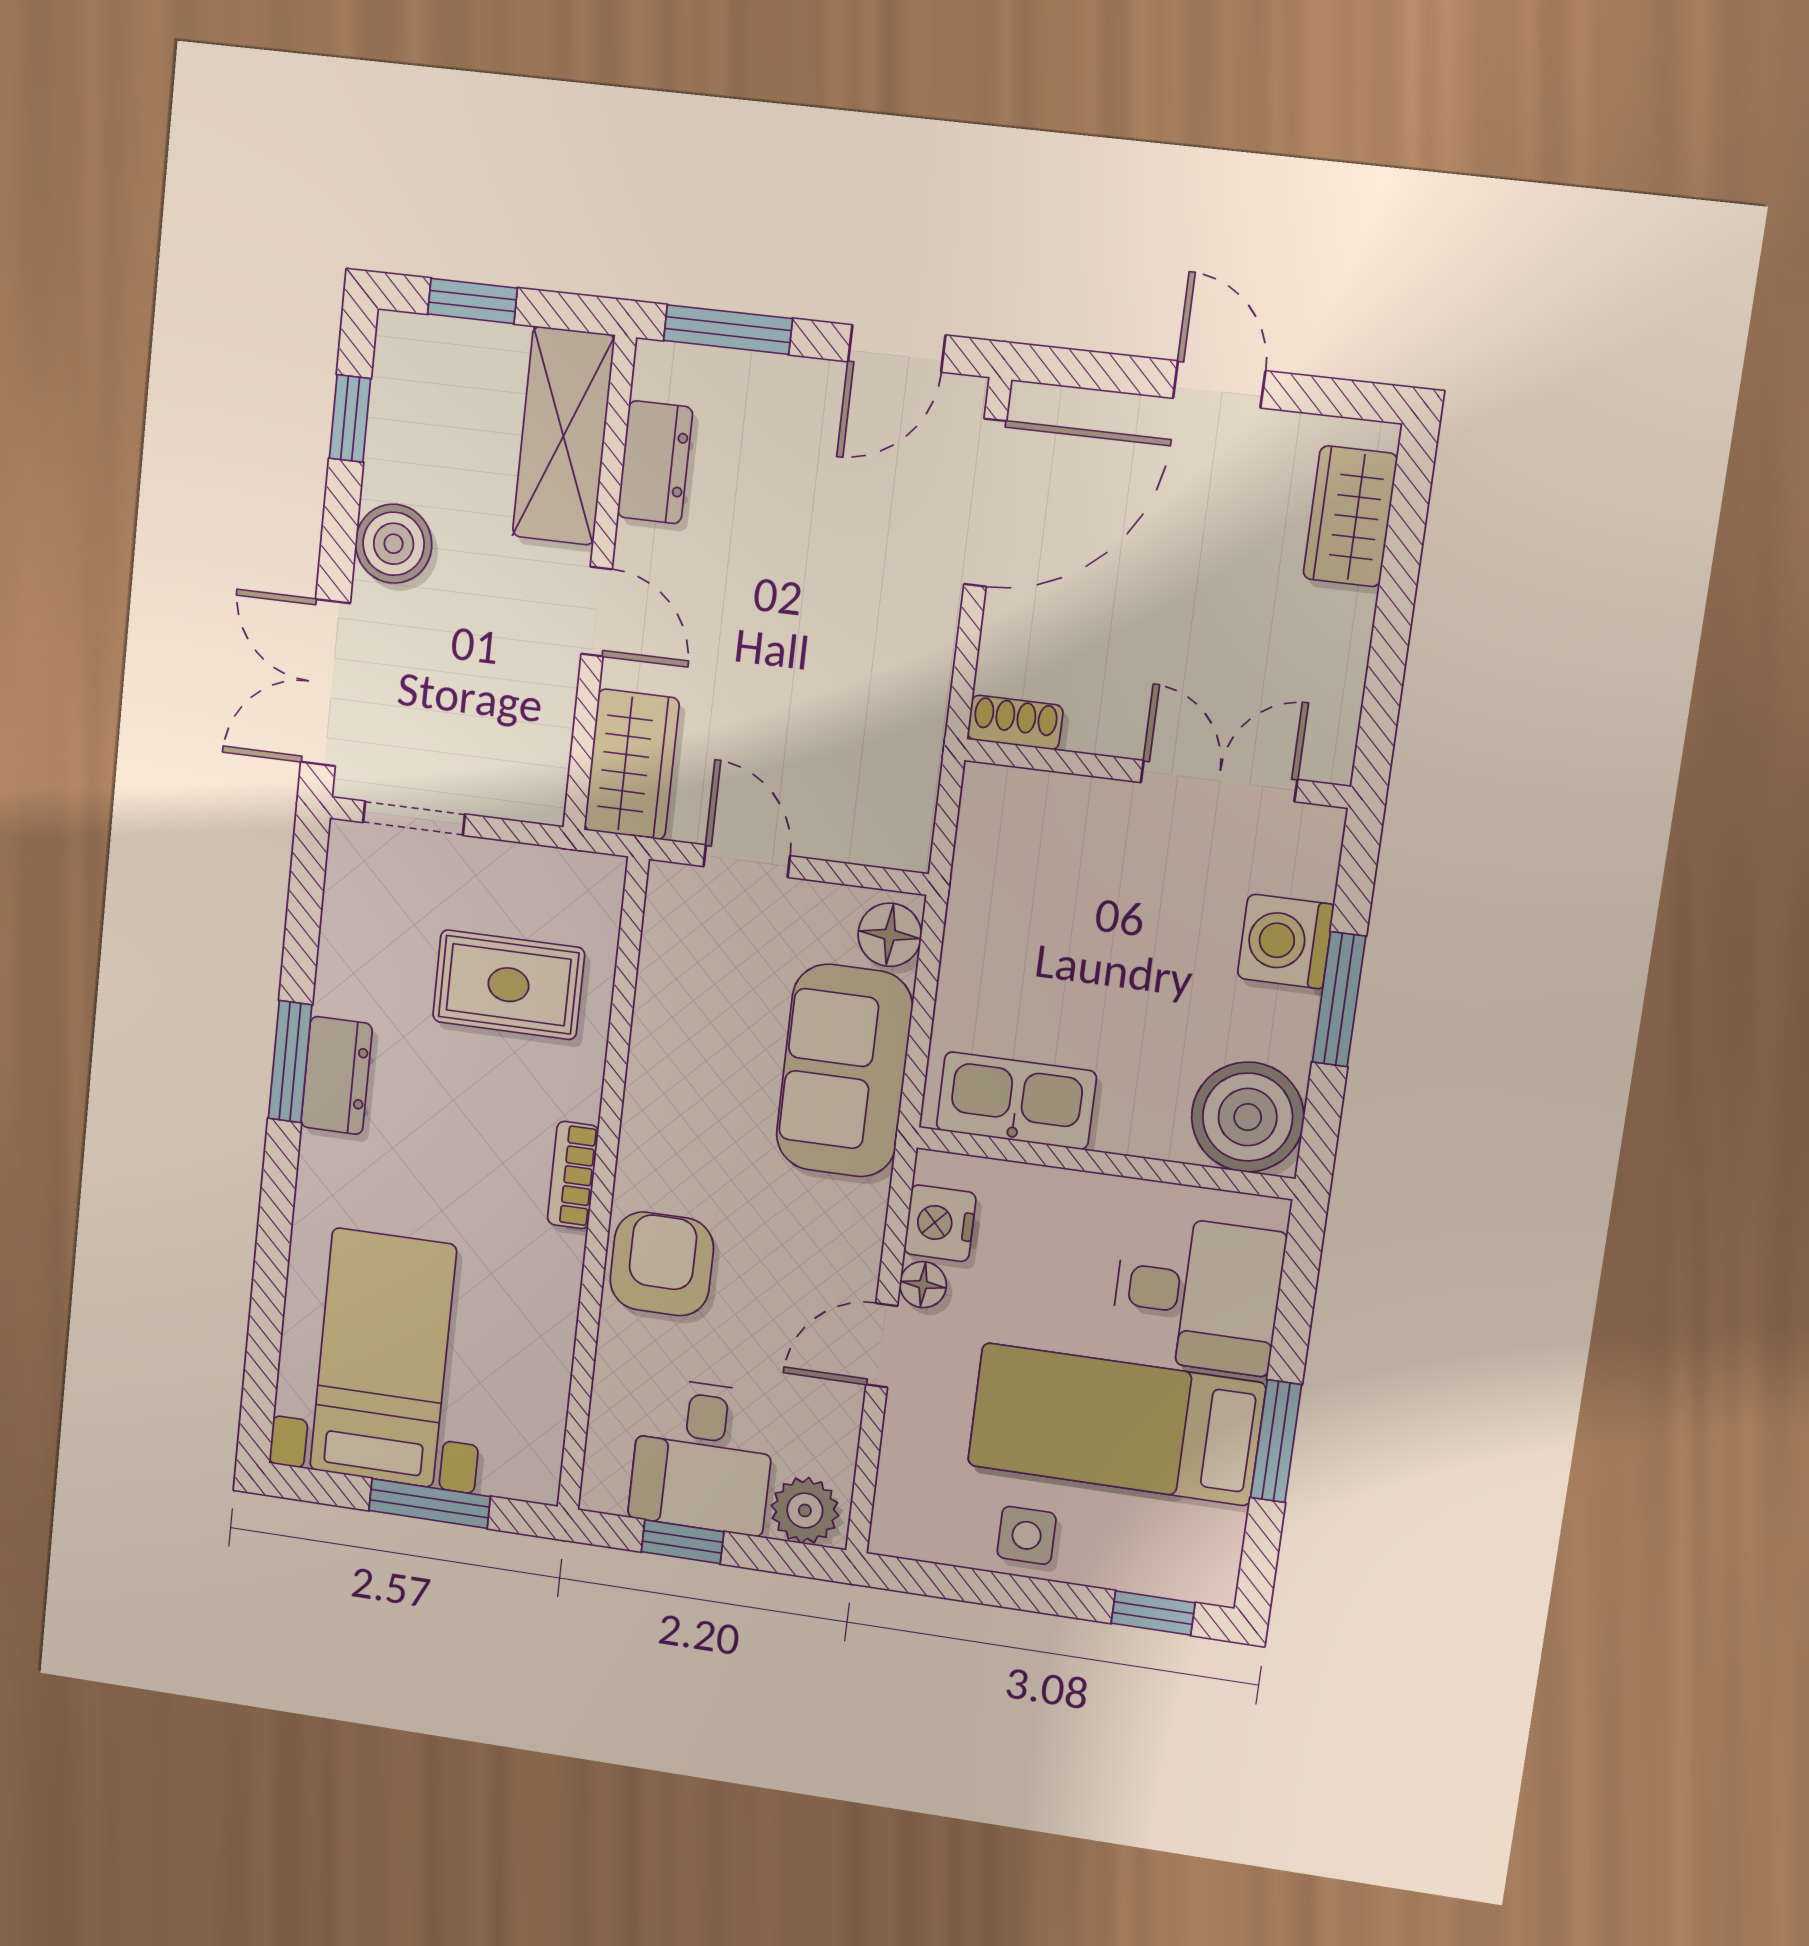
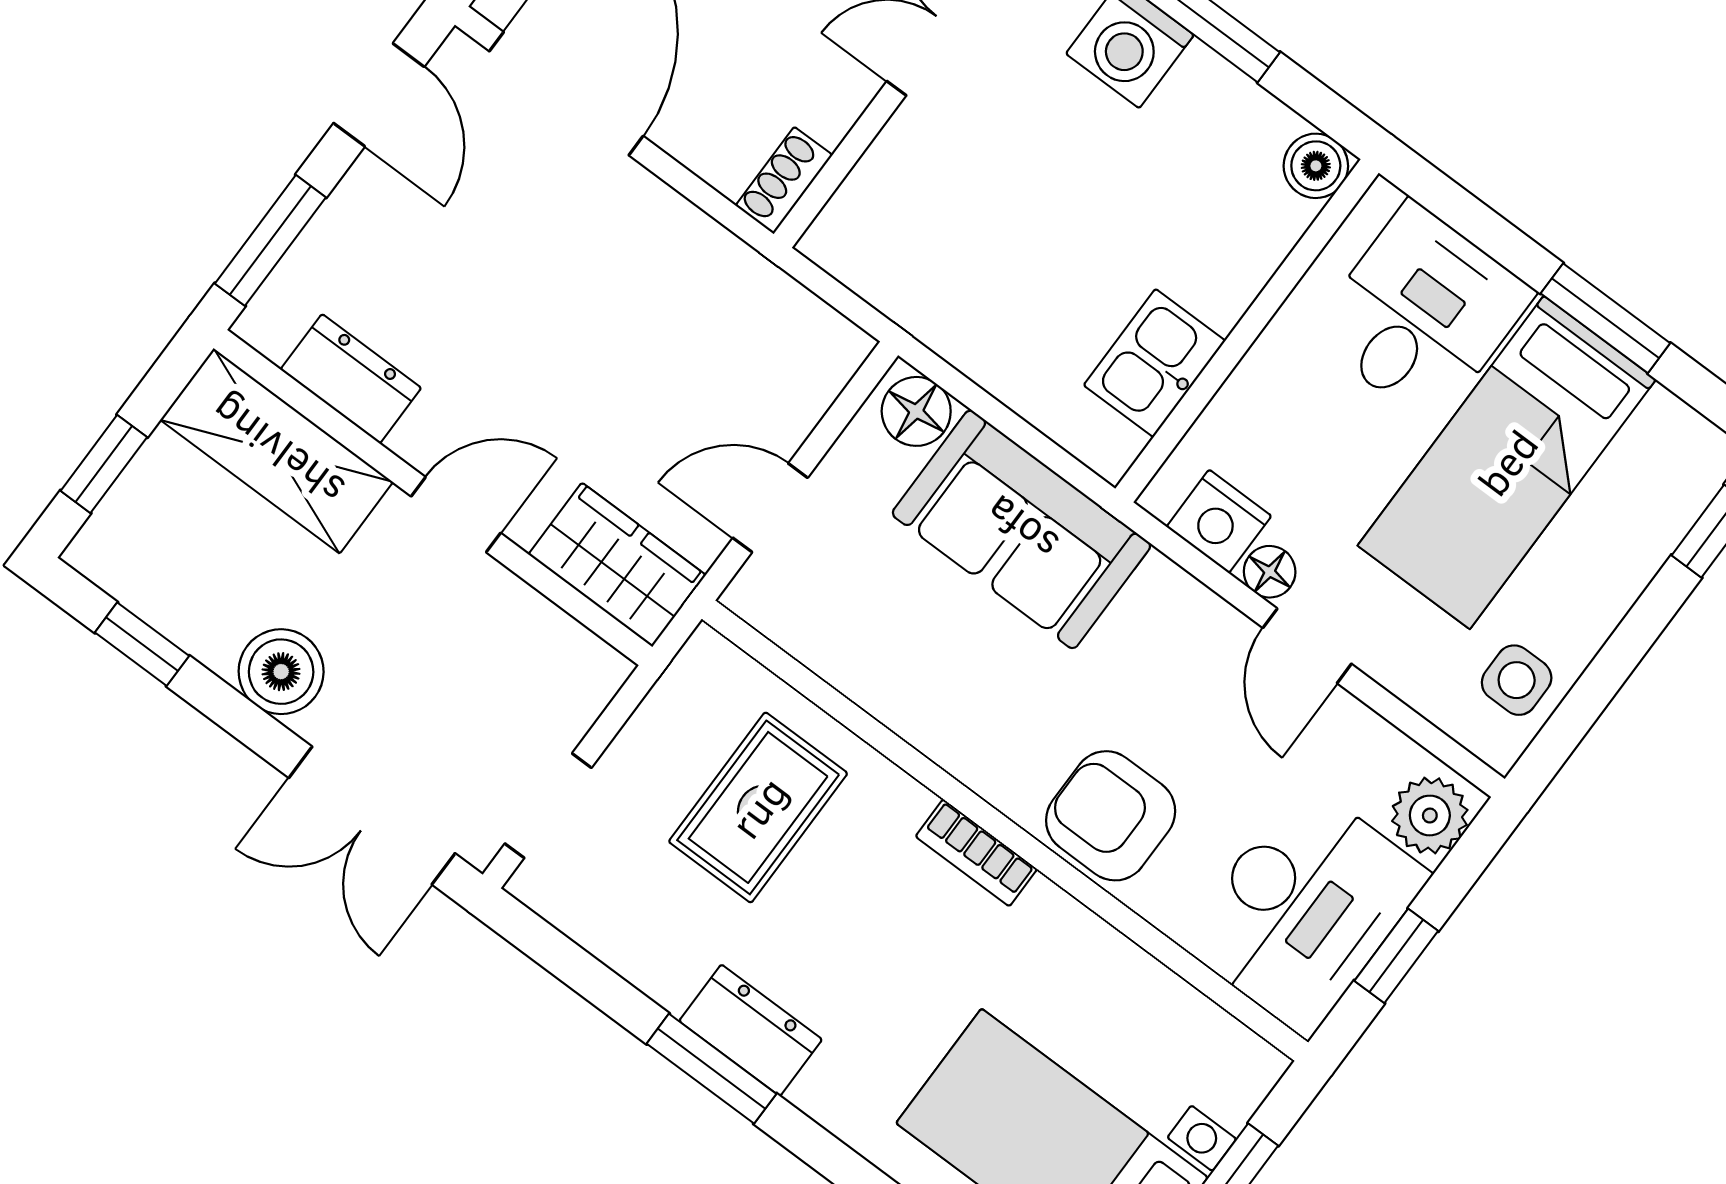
kitchen sink: (1016, 1101) -> (1154, 363), width x0.73
boiler: (1248, 1117) -> (1316, 166), width x0.54, depth x0.54
desk: (703, 1456) -> (1305, 909), width x1.37
side table: (1027, 1535) -> (1517, 680), moved

